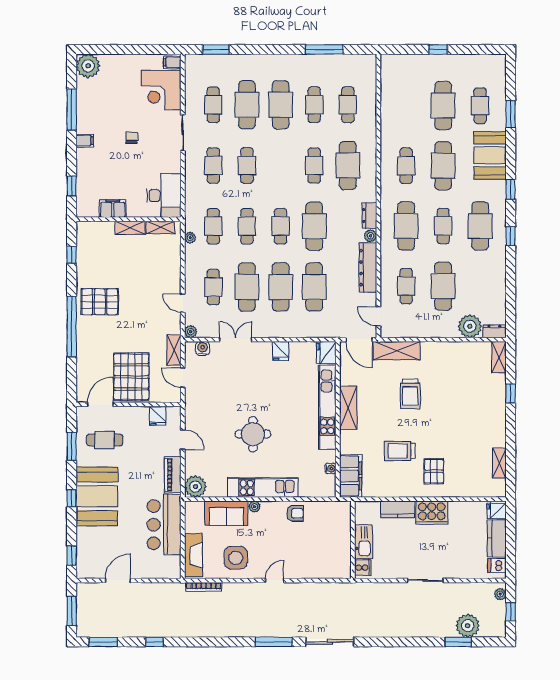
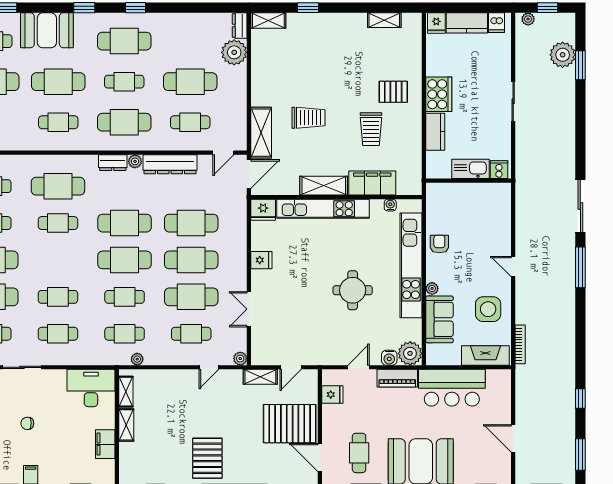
cafe table: (281, 226) -> (125, 260), width x1.37, depth x1.35
water cooler: (203, 348) -> (389, 358), moved, turned -90
filing cabinet: (351, 476) -> (372, 183), moved
kitchen unit: (263, 487) -> (411, 265), width x1.36

